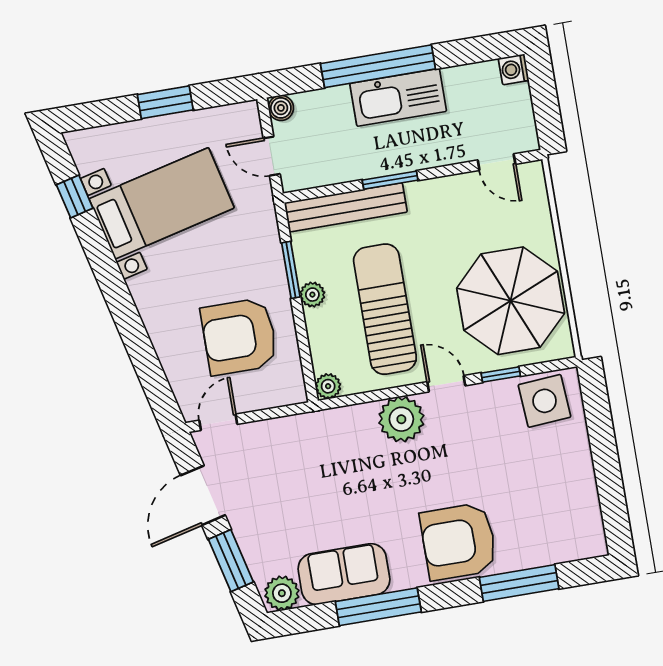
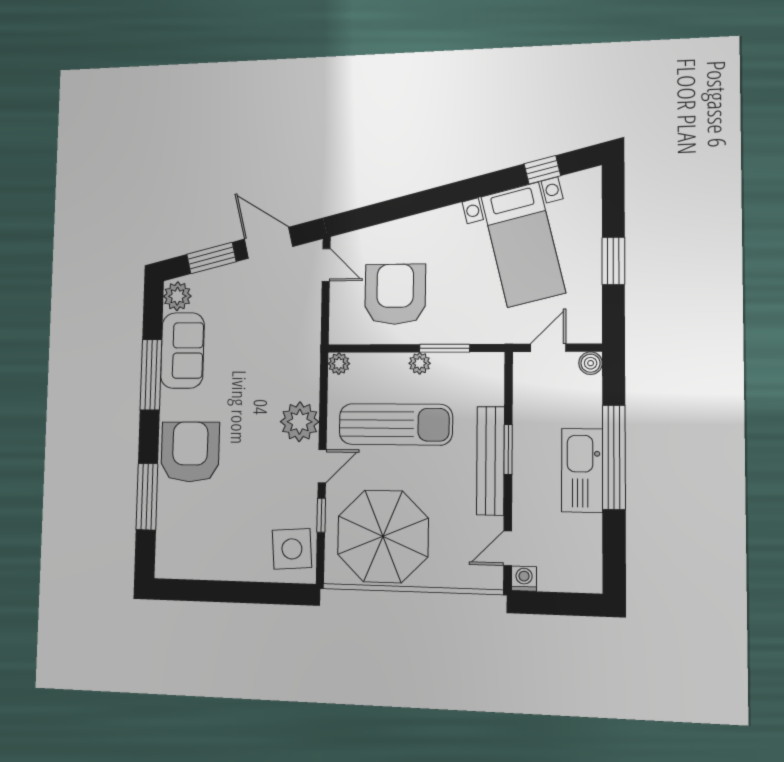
washing machine: (514, 69) -> (524, 579), moved
bench: (346, 207) -> (490, 461), moved

